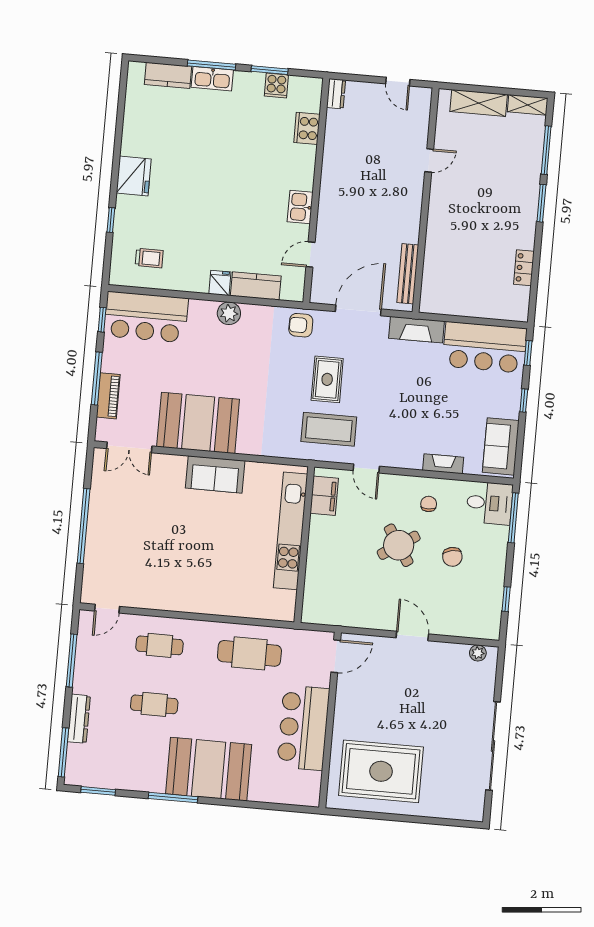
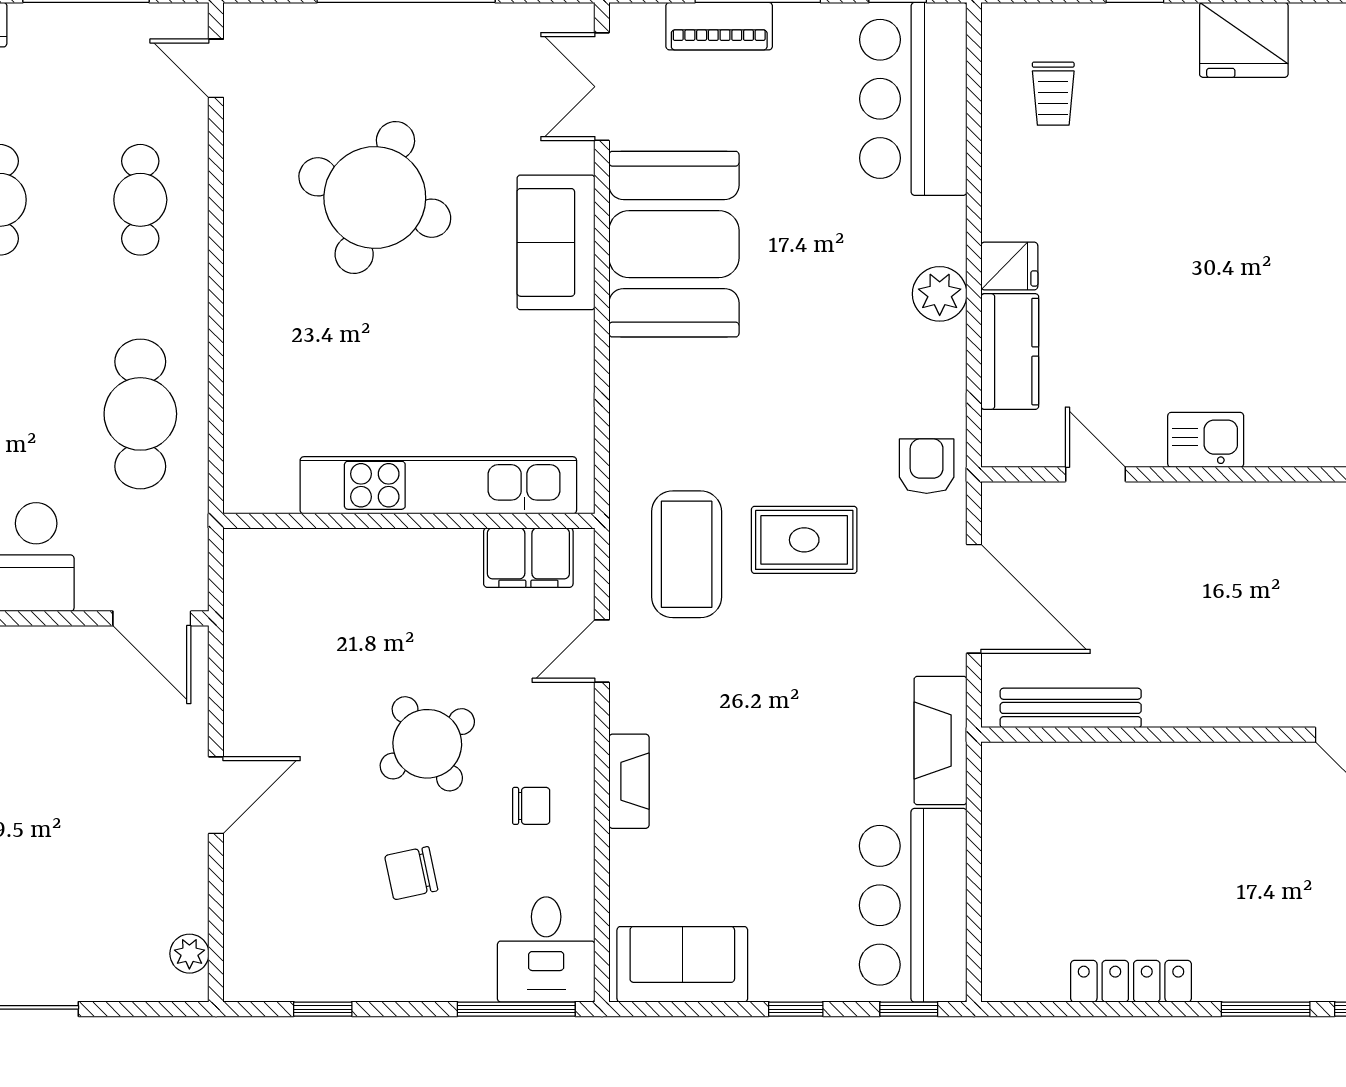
locker: (524, 268) -> (1131, 981), width x1.53
fireplace: (443, 464) -> (629, 781), moved
sofa: (215, 474) -> (556, 242), moved
round table: (167, 547) -> (375, 198), added

